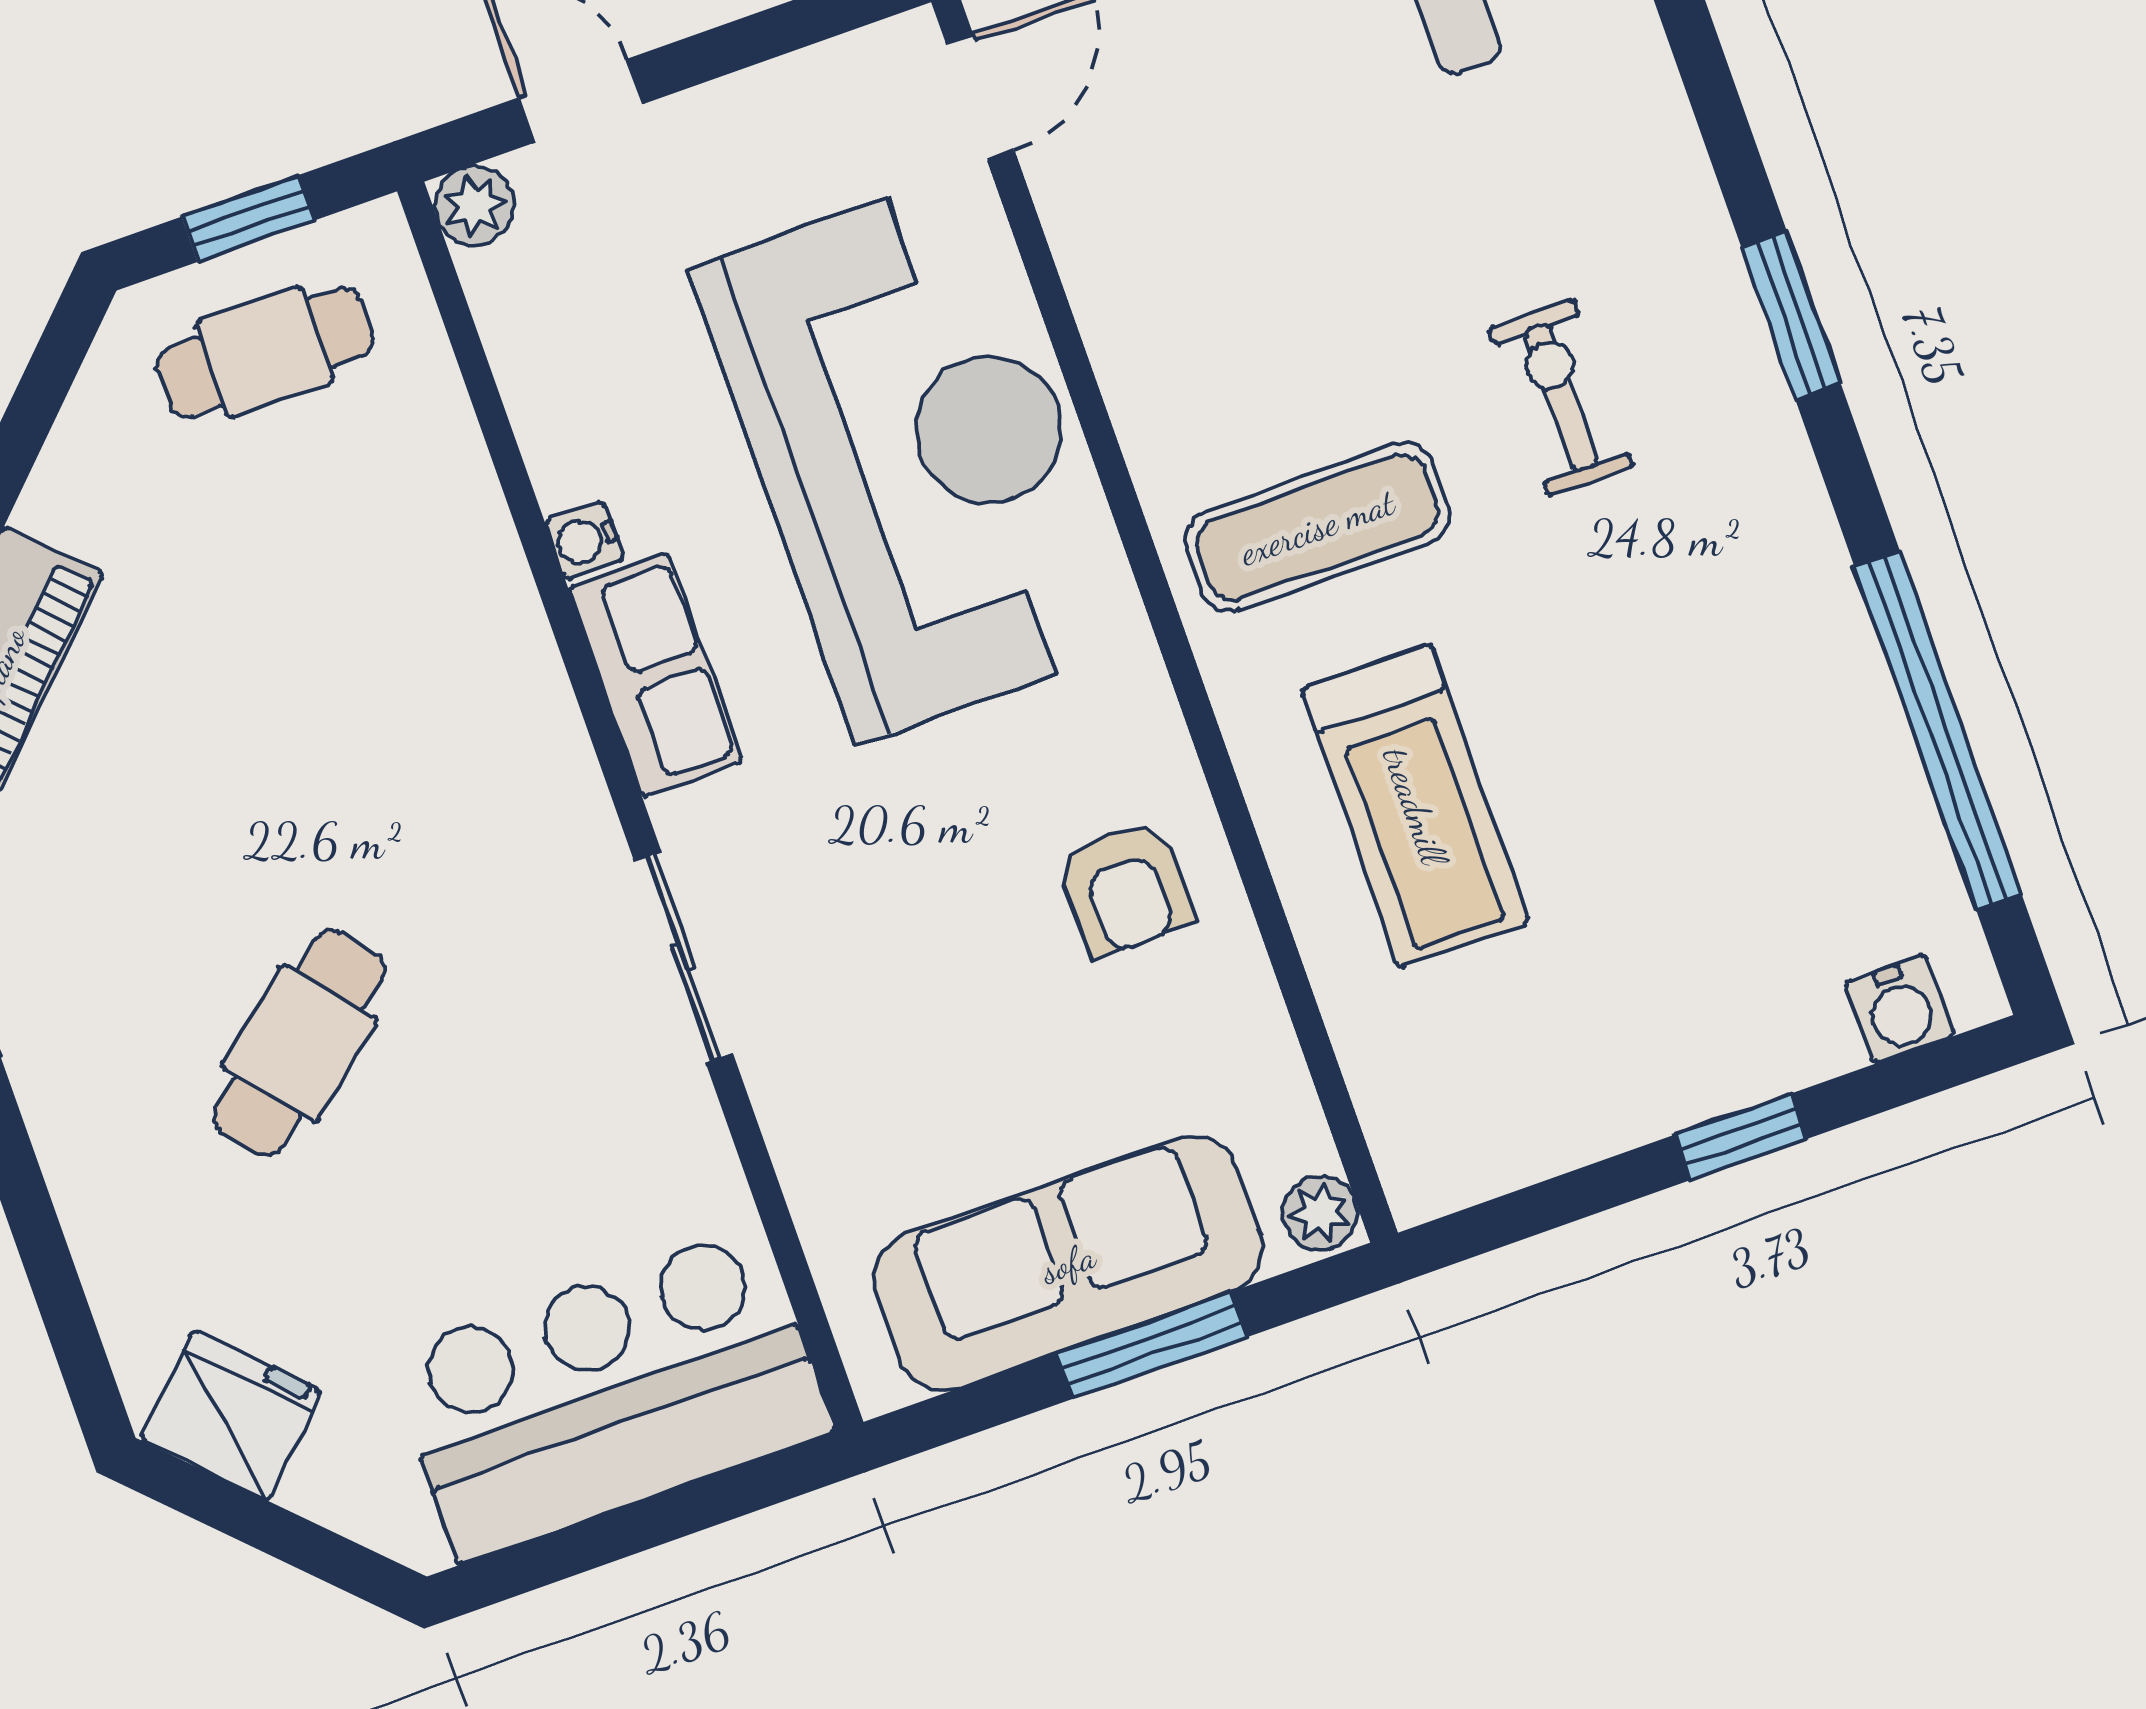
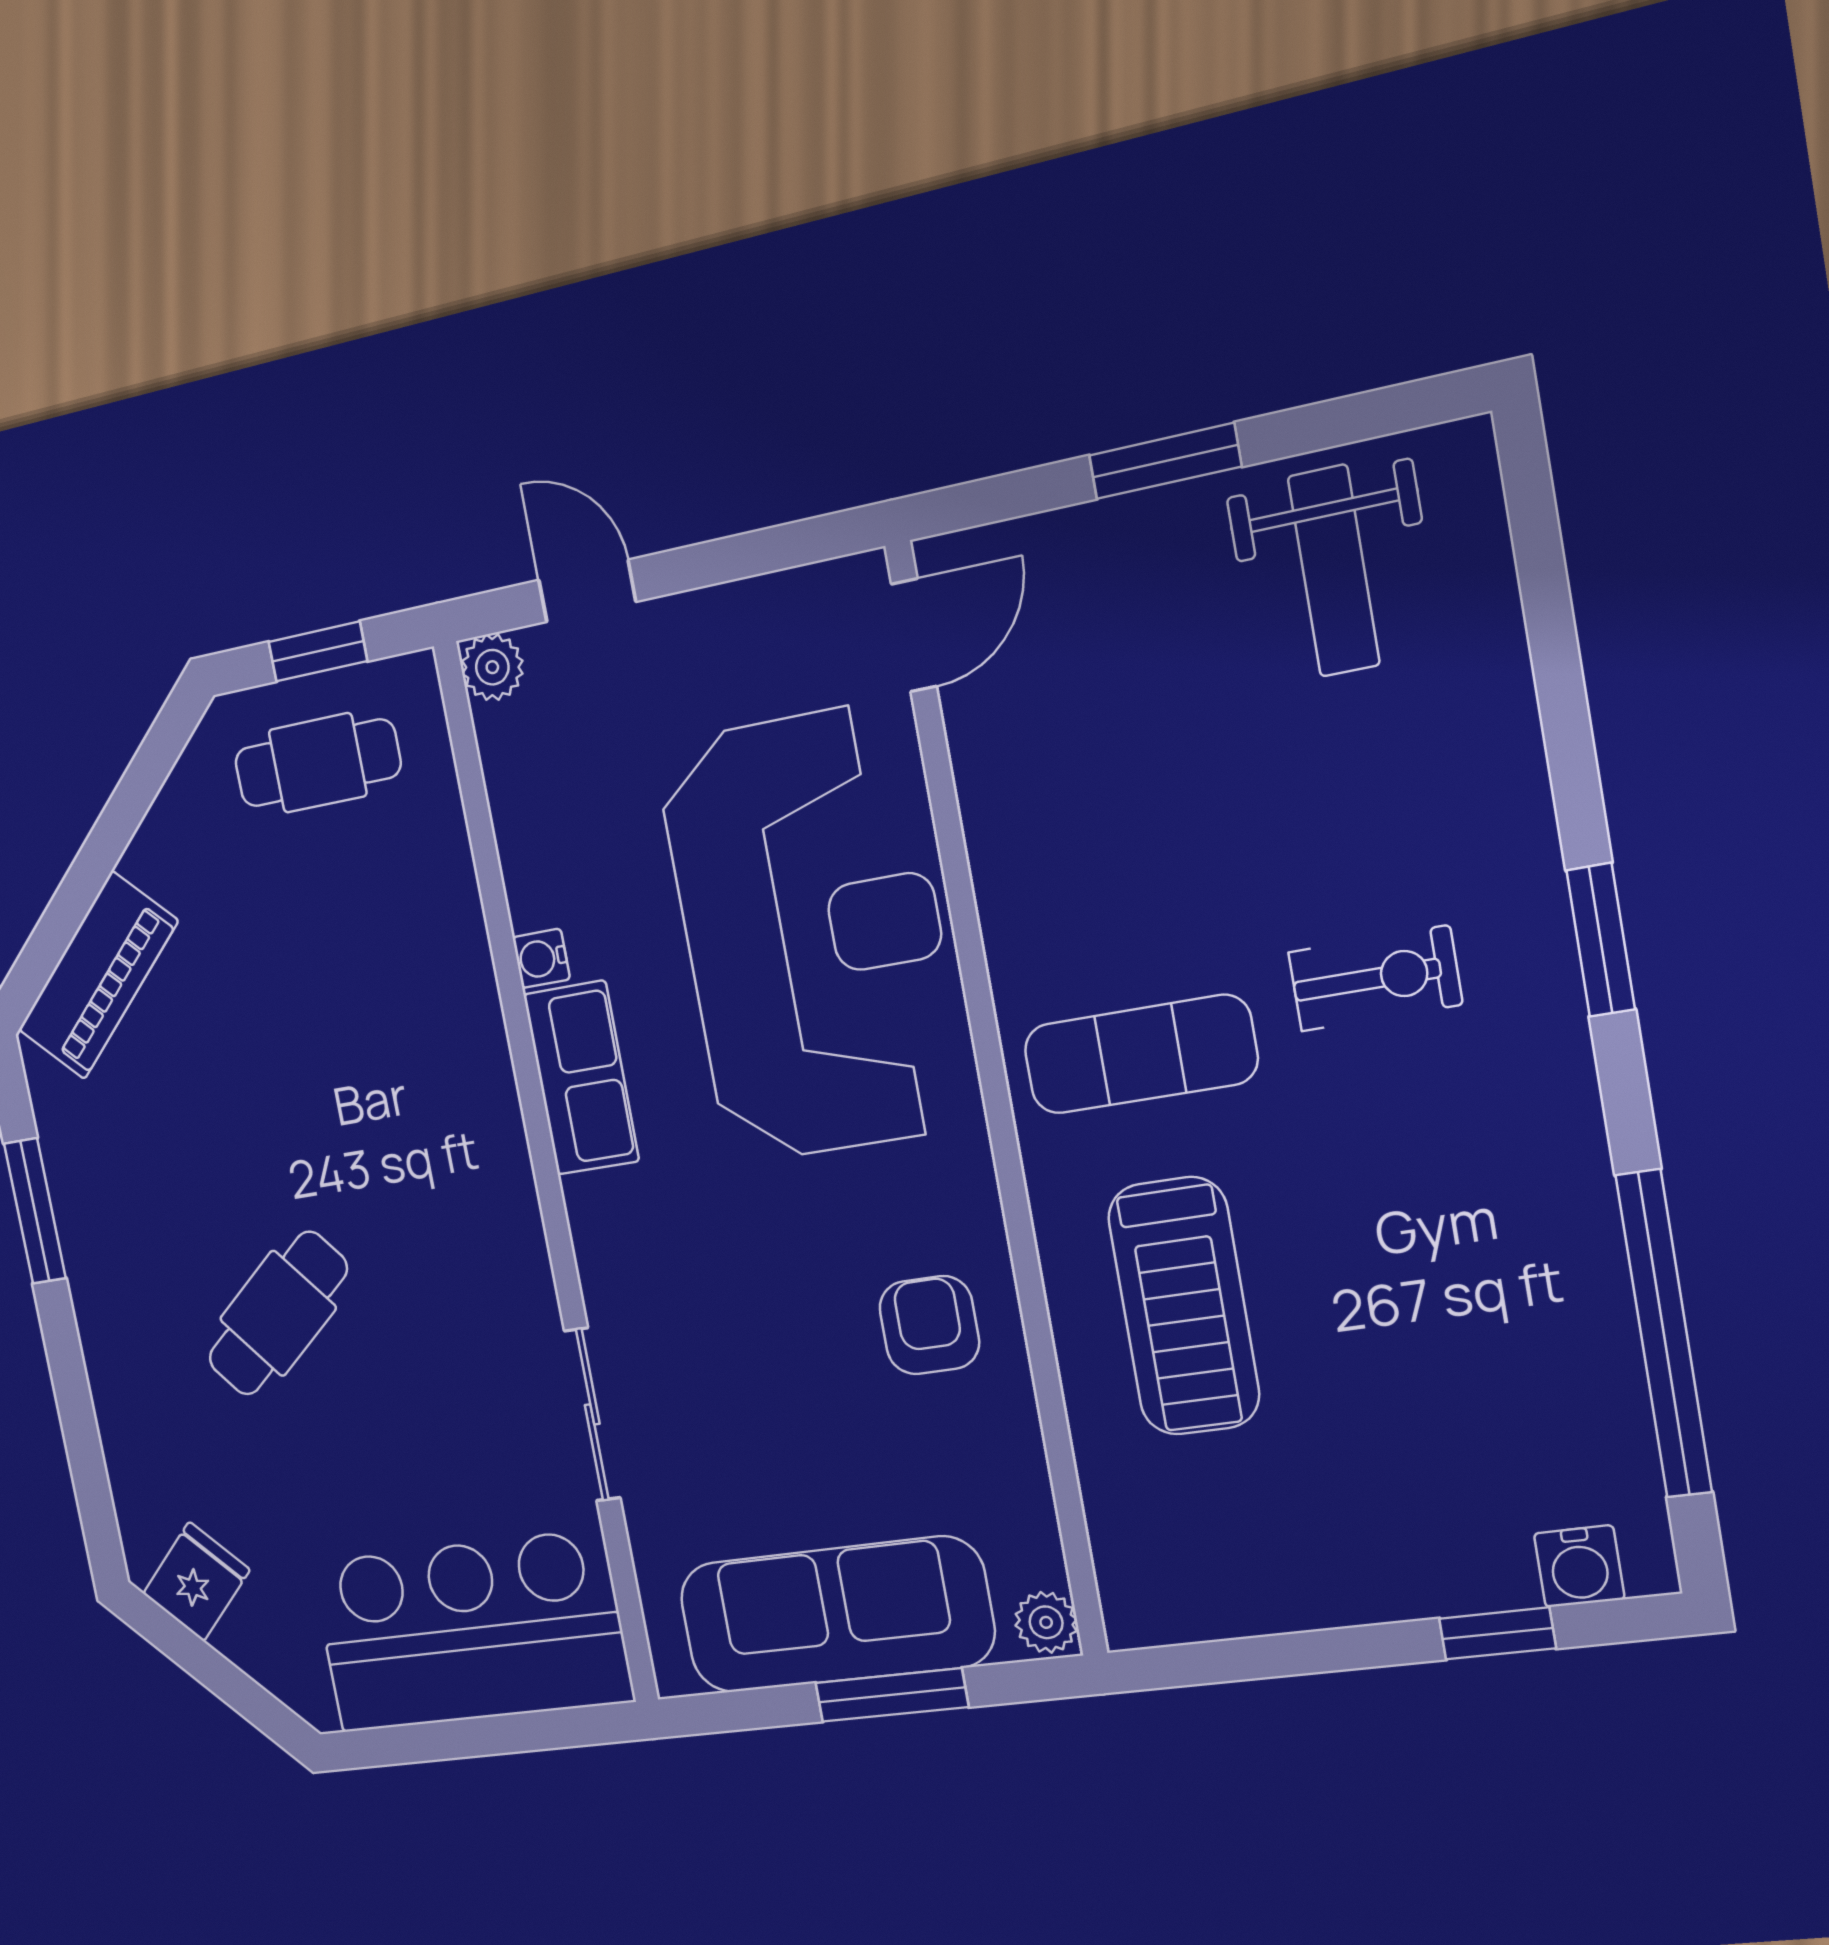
exercise bike: (1561, 397) -> (1375, 978), turned 90
armchair: (1125, 888) -> (929, 1325), turned 180
sliding door: (683, 956) -> (592, 1414), moved
window: (1741, 1137) -> (1497, 1633), moved
fridge: (231, 1415) -> (196, 1582), width x0.72

